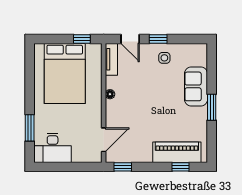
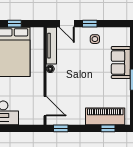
window: (82, 39) -> (14, 24), moved
tv unit: (111, 59) -> (51, 46), width x1.41
door: (104, 140) -> (45, 106), hinge flipped

